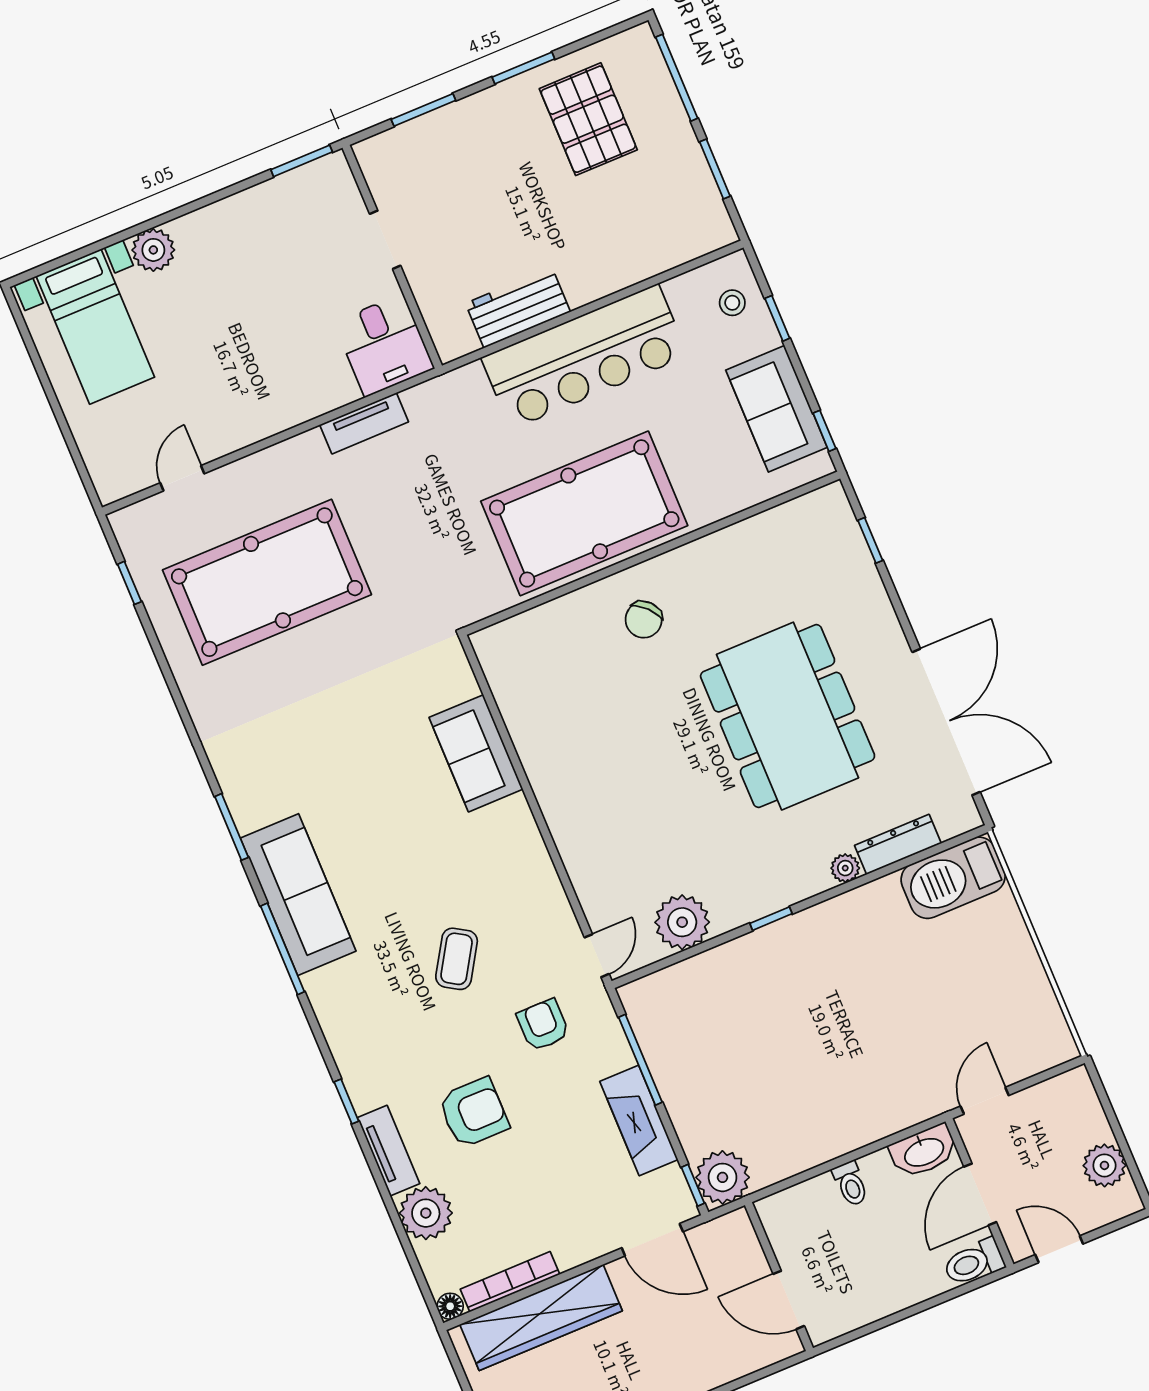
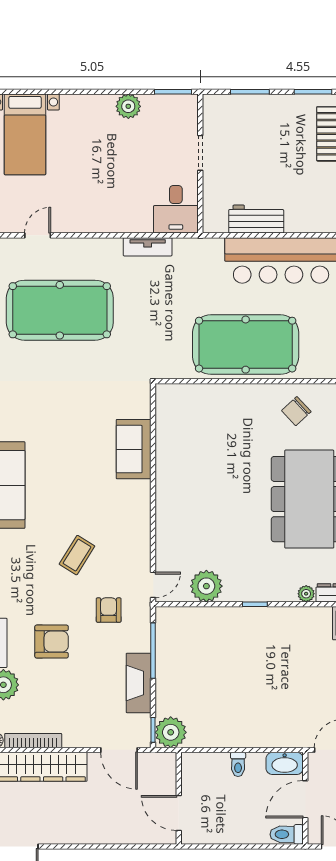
plant: (153, 250) -> (128, 106), moved
chair: (644, 620) -> (296, 411), moved

